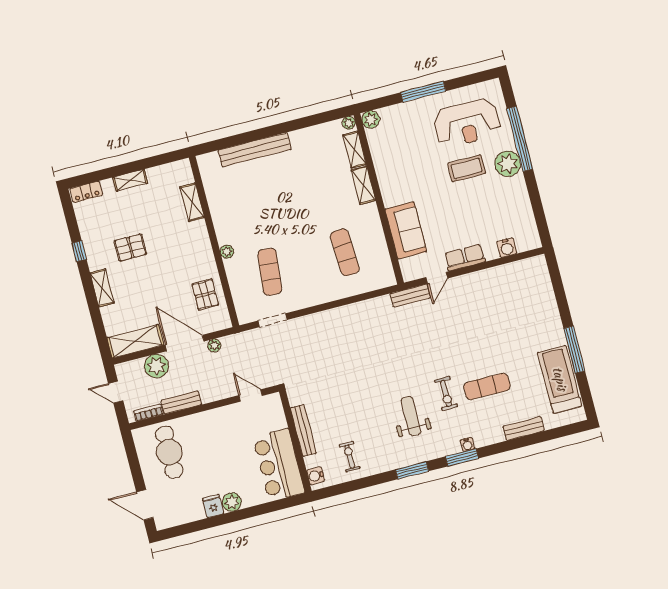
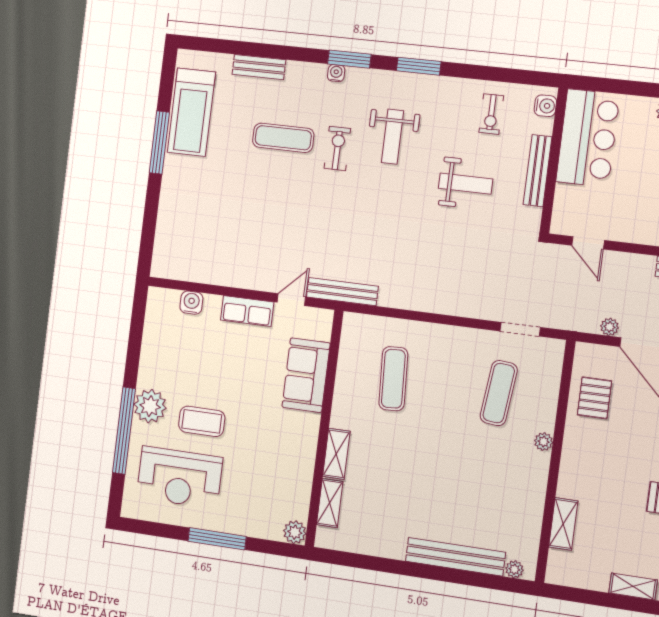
plant: (349, 123) -> (514, 569), moved
reception desk: (467, 123) -> (179, 477), turned 180
bench: (410, 296) -> (342, 292), width x1.36
weight bench: (348, 403) -> (466, 184), added

